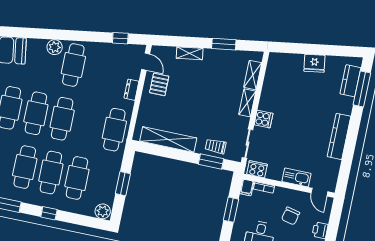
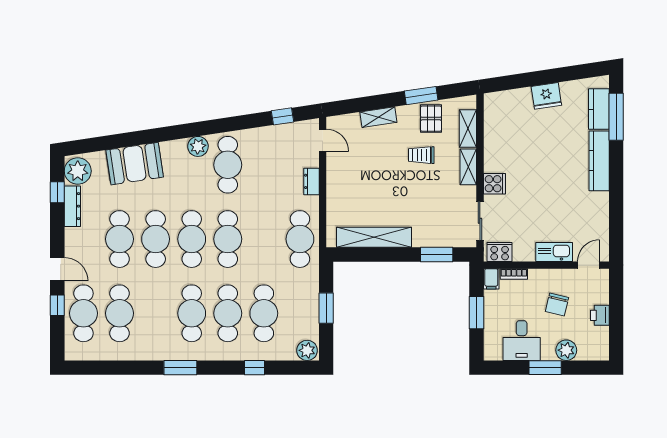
pallet: (159, 84) -> (431, 119), moved
kitchen counter: (339, 136) -> (599, 161), moved
trolley: (216, 146) -> (421, 155), moved
door: (319, 192) -> (589, 265), swing flipped
window: (49, 213) -> (254, 368), moved

